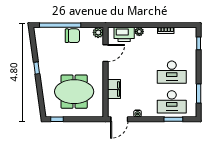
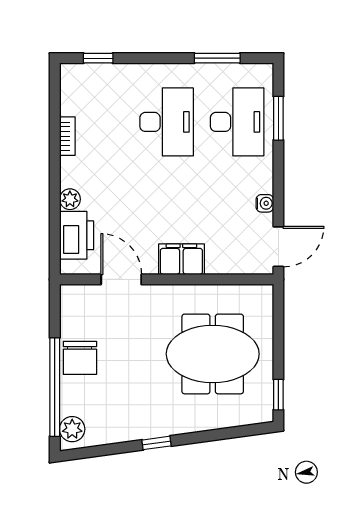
plant: (98, 32) -> (72, 429), moved
chair: (72, 36) -> (80, 358), turned 180
filing cabinet: (114, 89) -> (181, 259), moved
meeting table: (74, 92) -> (213, 354), turned 90
door: (119, 119) -> (278, 247), hinge flipped

